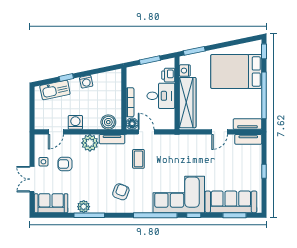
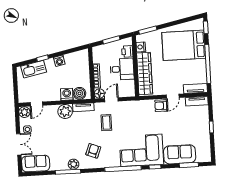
washing machine: (75, 122) -> (67, 94), moved
door: (146, 132) -> (111, 100), hinge flipped
plant: (41, 141) -> (24, 112), added
armchair: (65, 164) -> (161, 106), moved
double door: (32, 179) -> (19, 144), swing flipped
sofa: (231, 202) -> (180, 154), width x0.73
plant: (84, 207) -> (74, 164), moved

